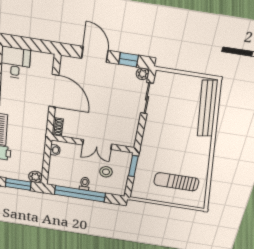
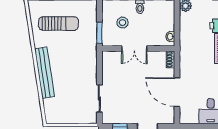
plant: (143, 74) -> (107, 119), removed
bench: (207, 109) -> (44, 73), moved
double door: (97, 144) -> (134, 49), swing flipped

